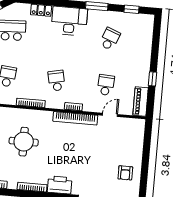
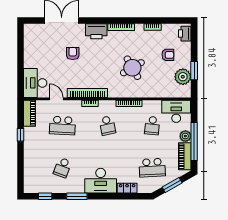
school desk: (106, 85) -> (62, 126), width x1.85
door: (110, 115) -> (56, 99), swing flipped
desk: (131, 134) -> (35, 83), added
round table: (24, 142) -> (132, 68), turned -30
armchair: (125, 173) -> (73, 54), moved

